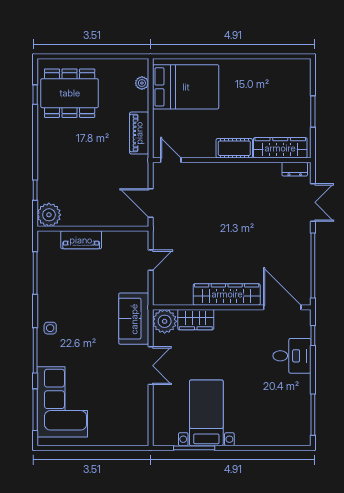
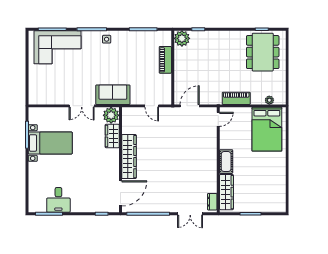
desk: (292, 356) -> (58, 200), moved

